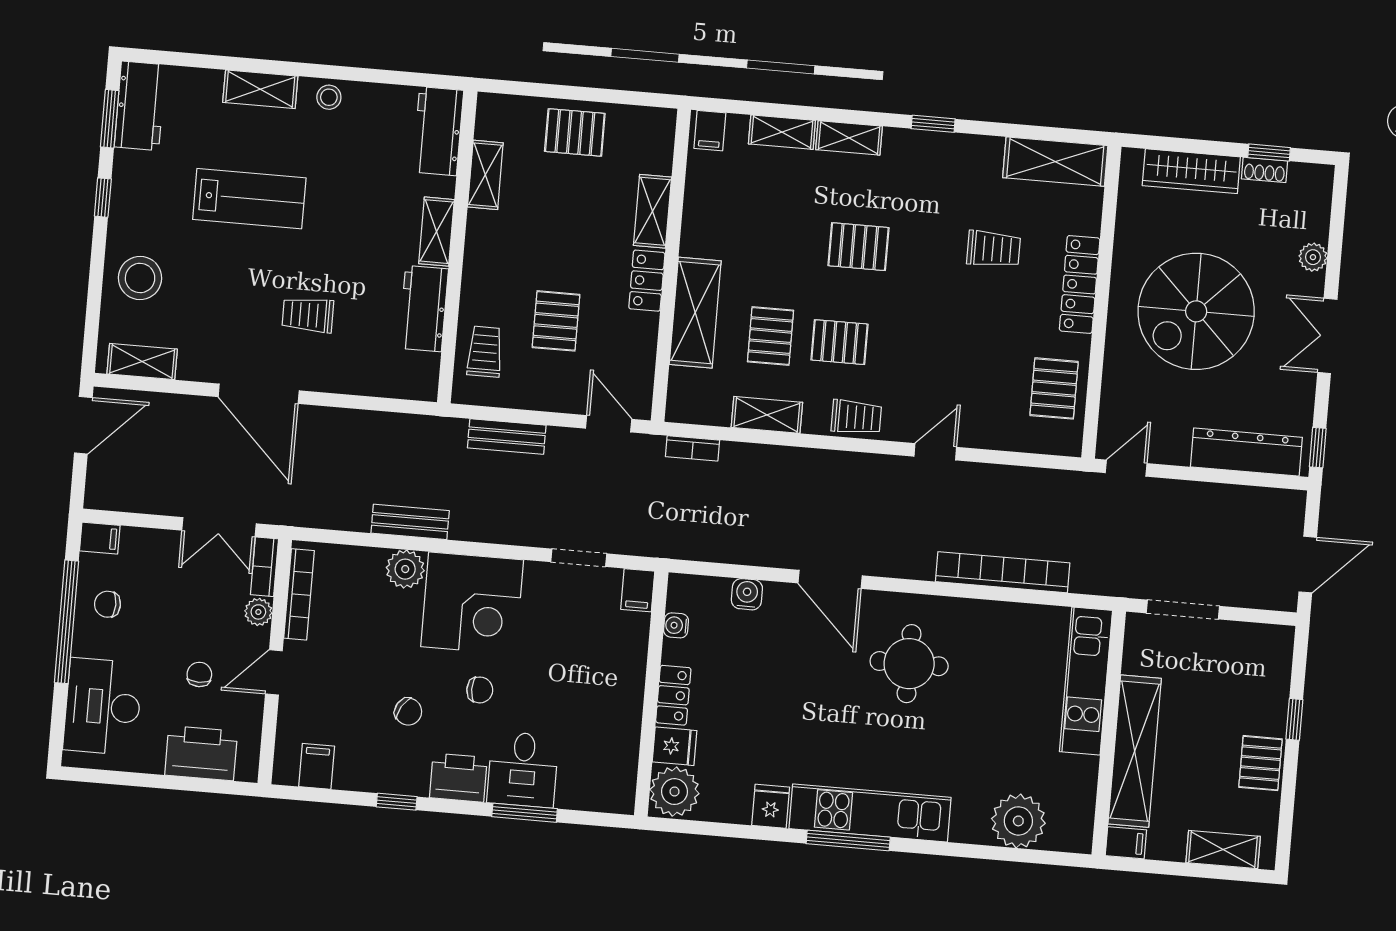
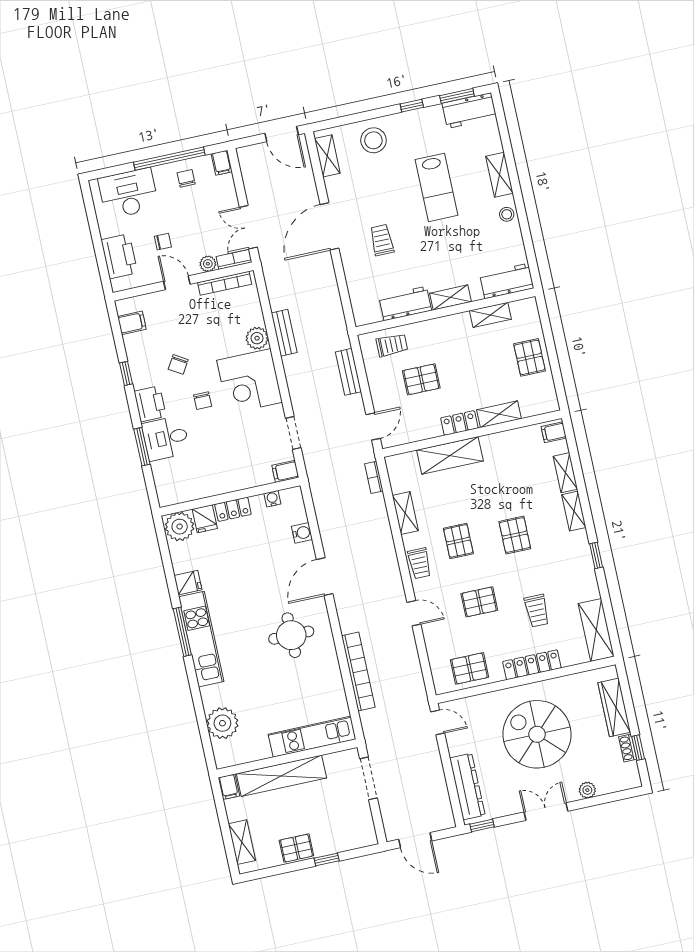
pallet: (770, 336) -> (479, 602), moved

